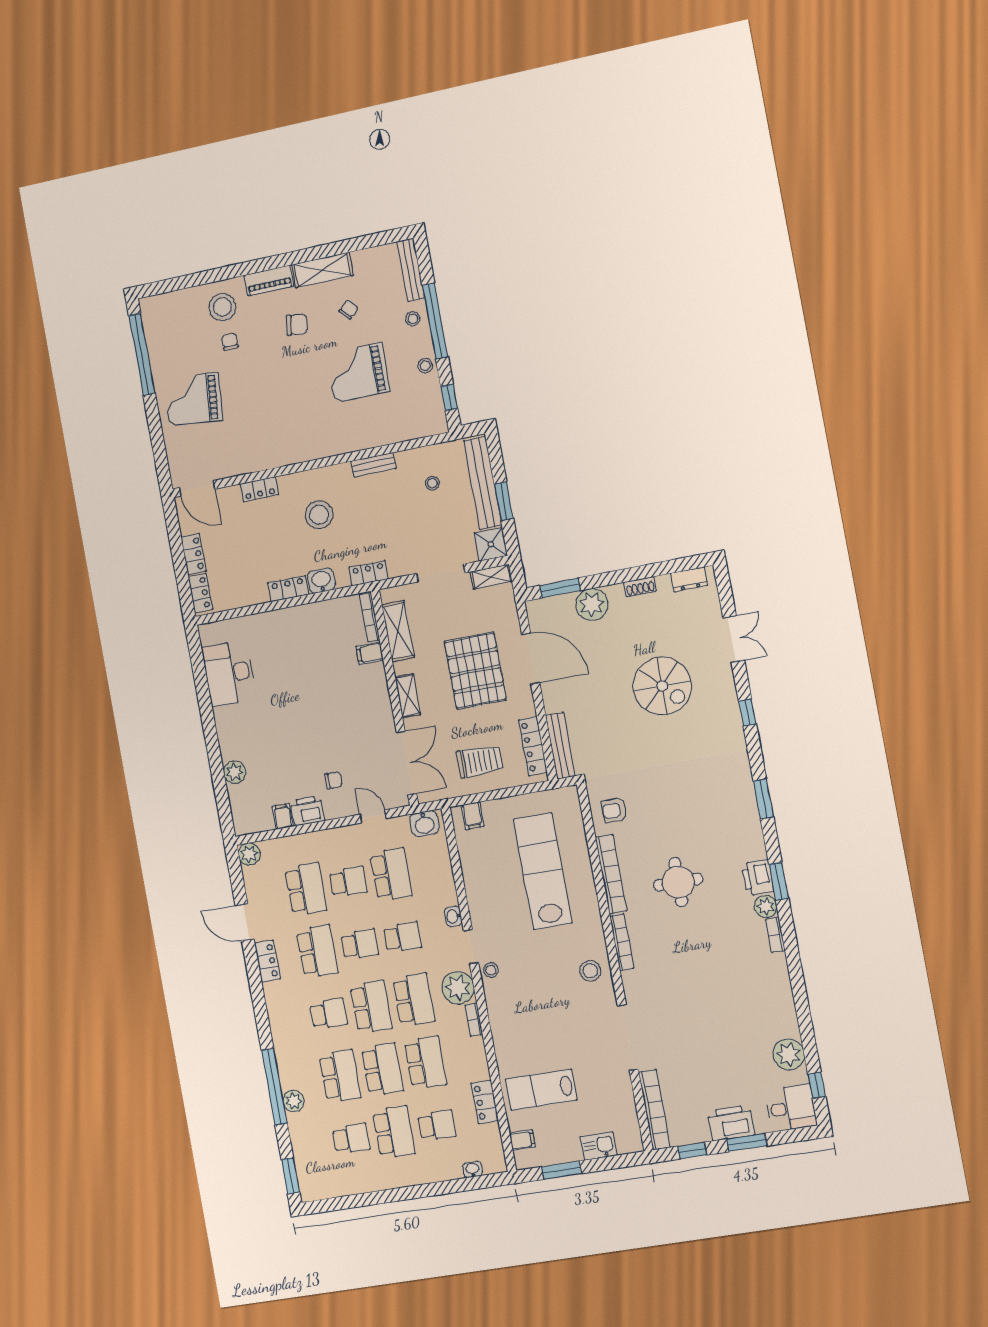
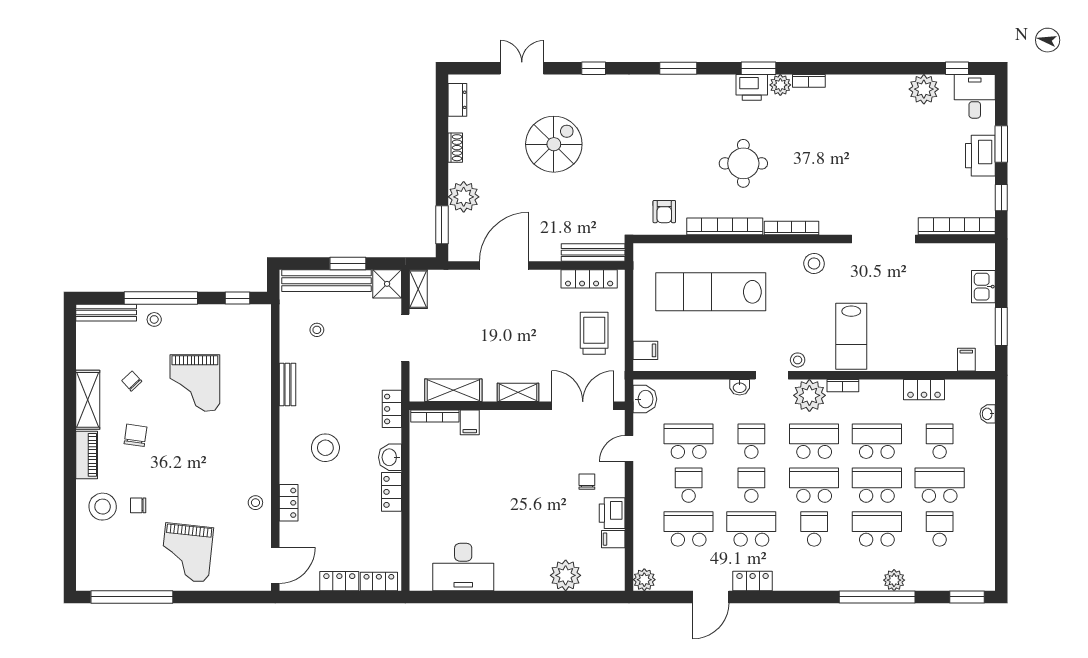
stool: (425, 366) -> (255, 503), moved
pallet: (475, 671) -> (506, 322), removed
plant: (235, 772) -> (566, 575), width x1.36, depth x1.36
lab bench: (541, 1090) -> (851, 336), moved

